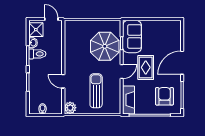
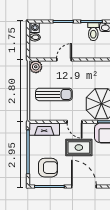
washing machine: (33, 109) -> (34, 28), added

